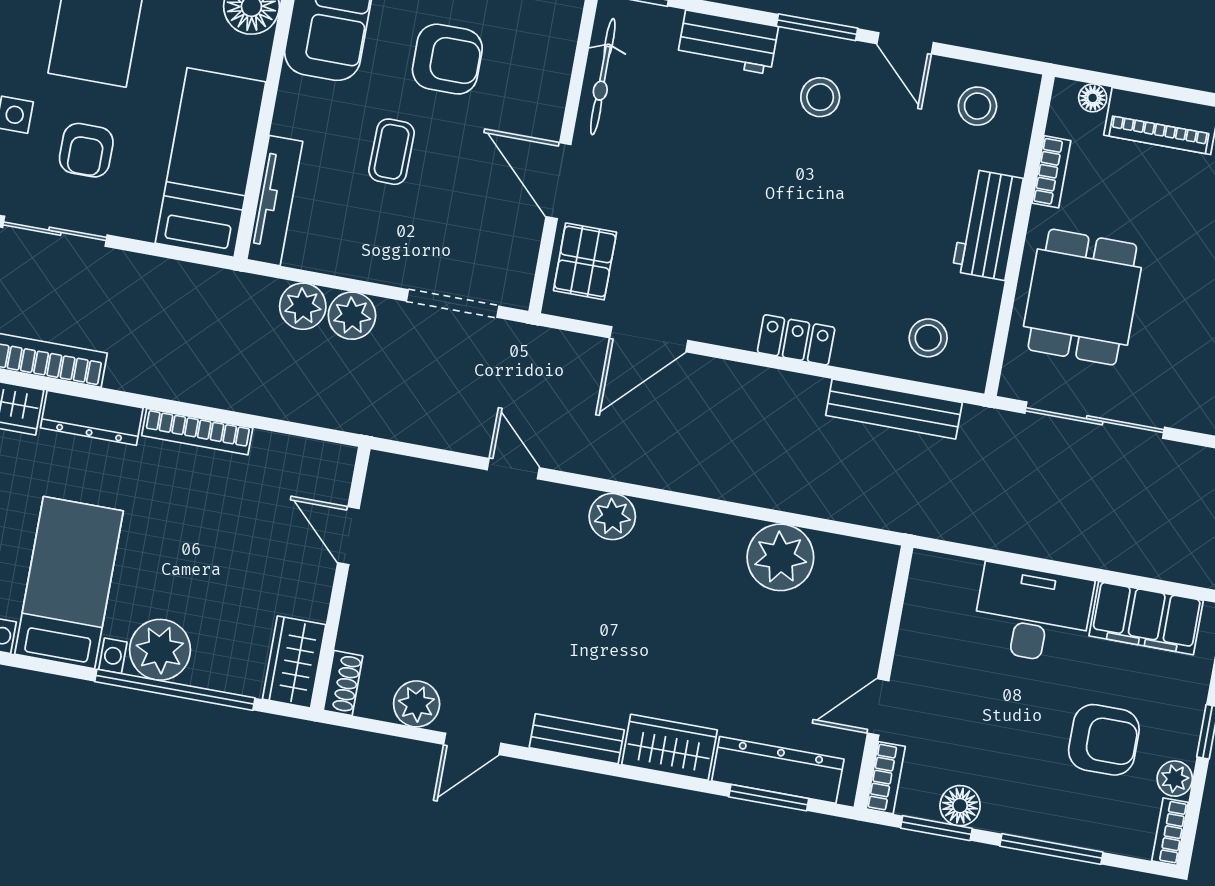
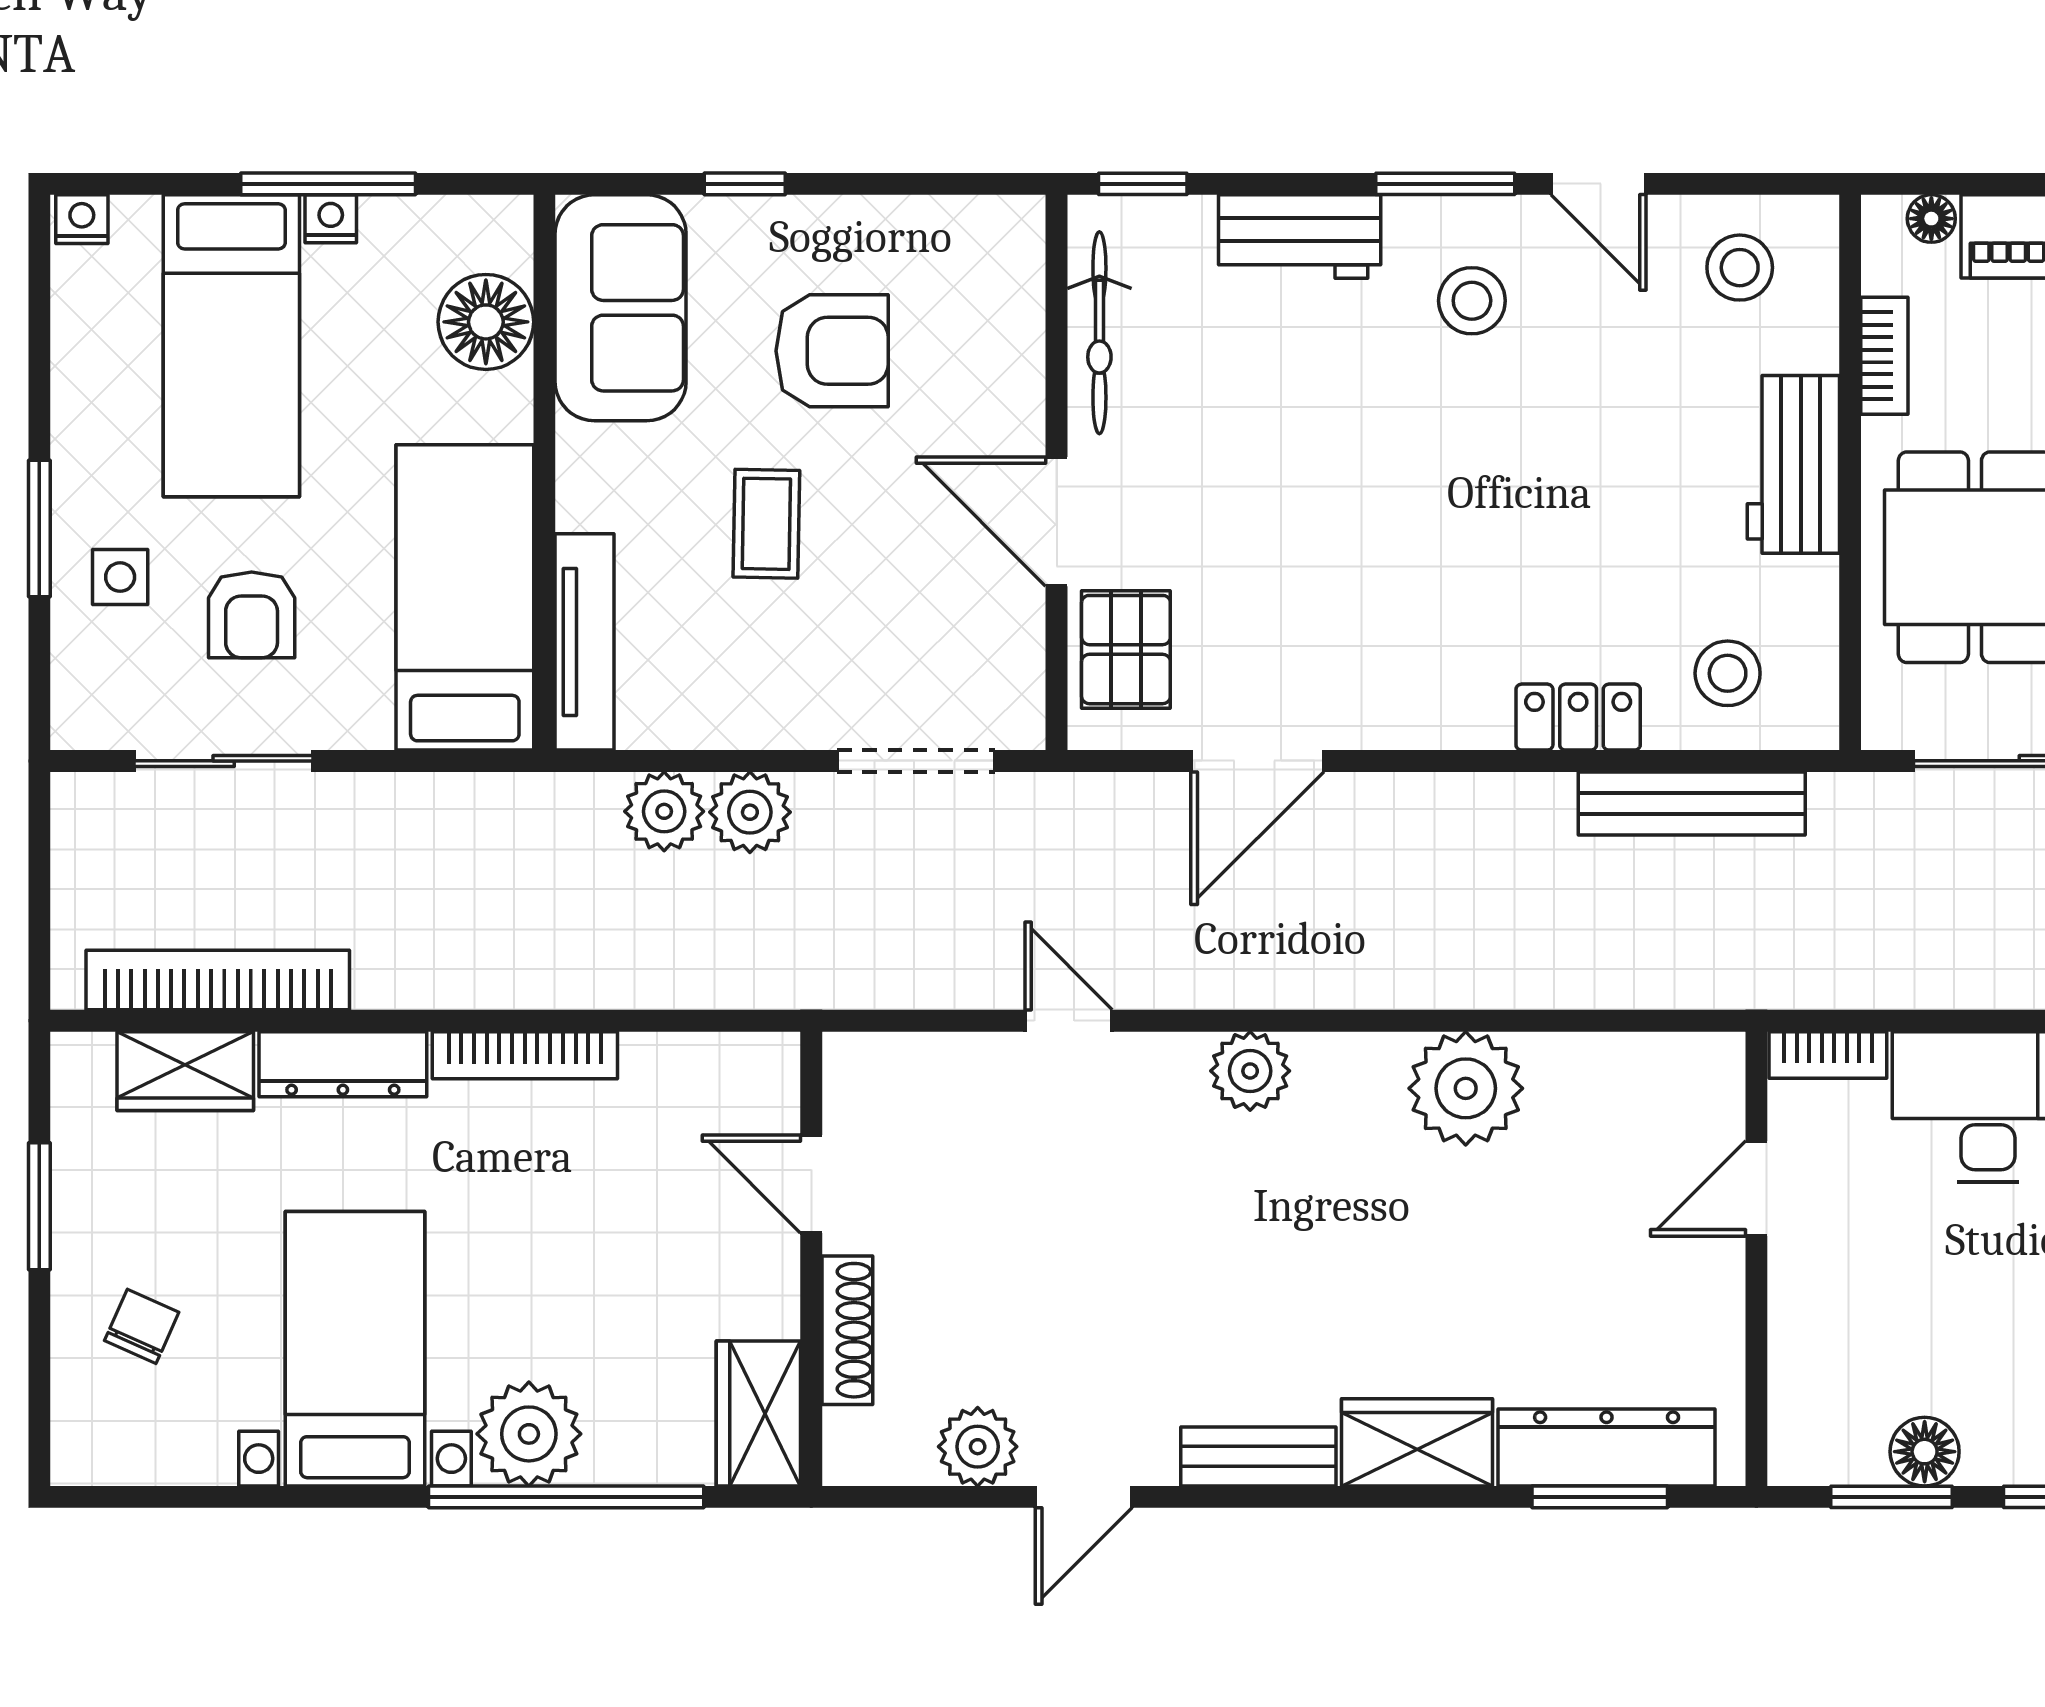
locker: (796, 340) -> (1578, 717), moved
plant: (780, 557) -> (1466, 1088), moved
shoe rack: (343, 683) -> (847, 1330), moved, width x1.43
door: (878, 707) -> (1756, 1188), moved
bookcase: (886, 778) -> (1828, 1055), moved, turned 90

